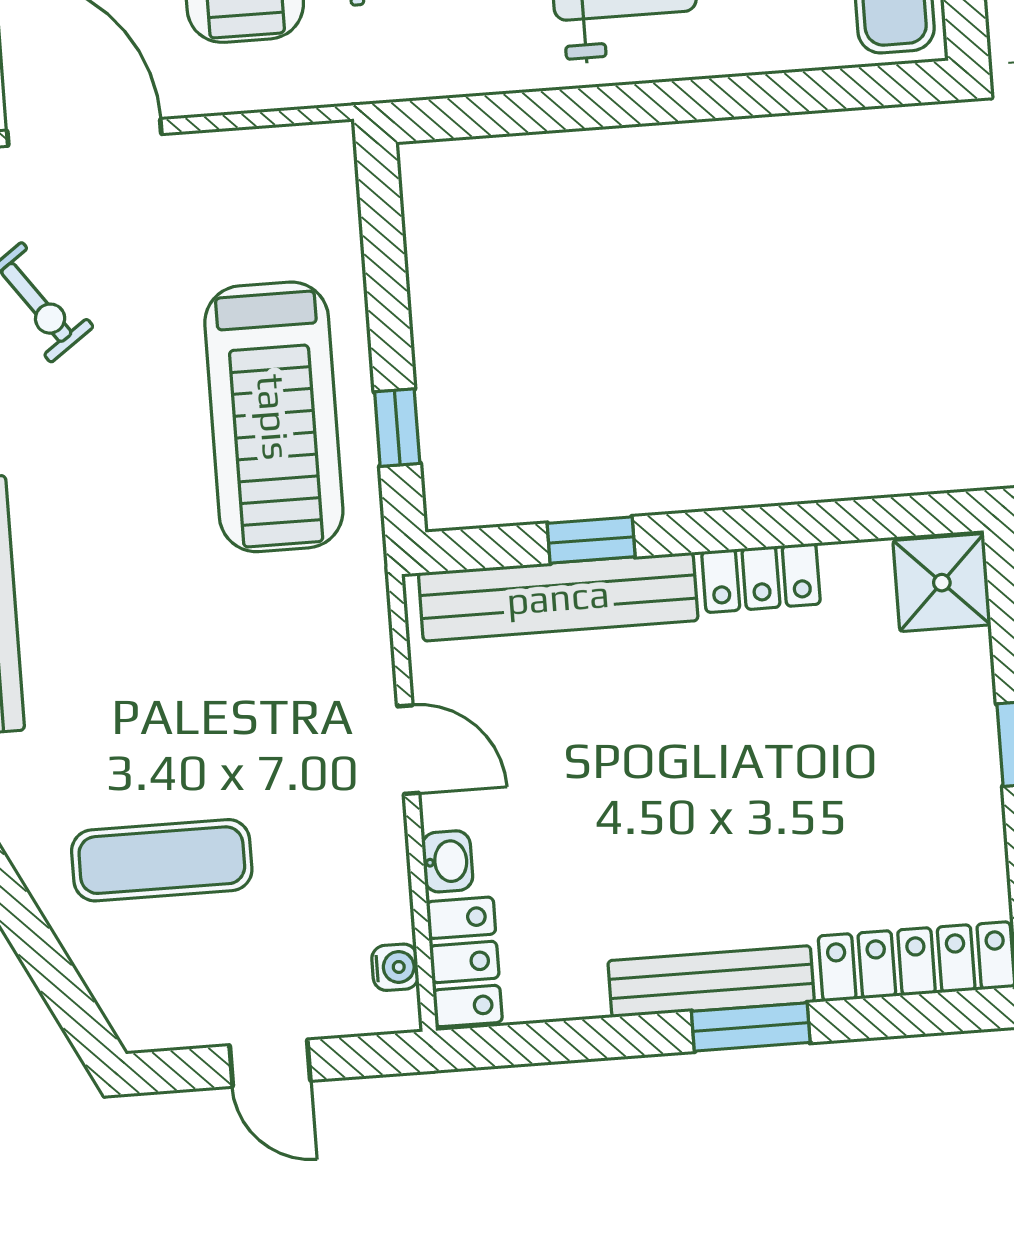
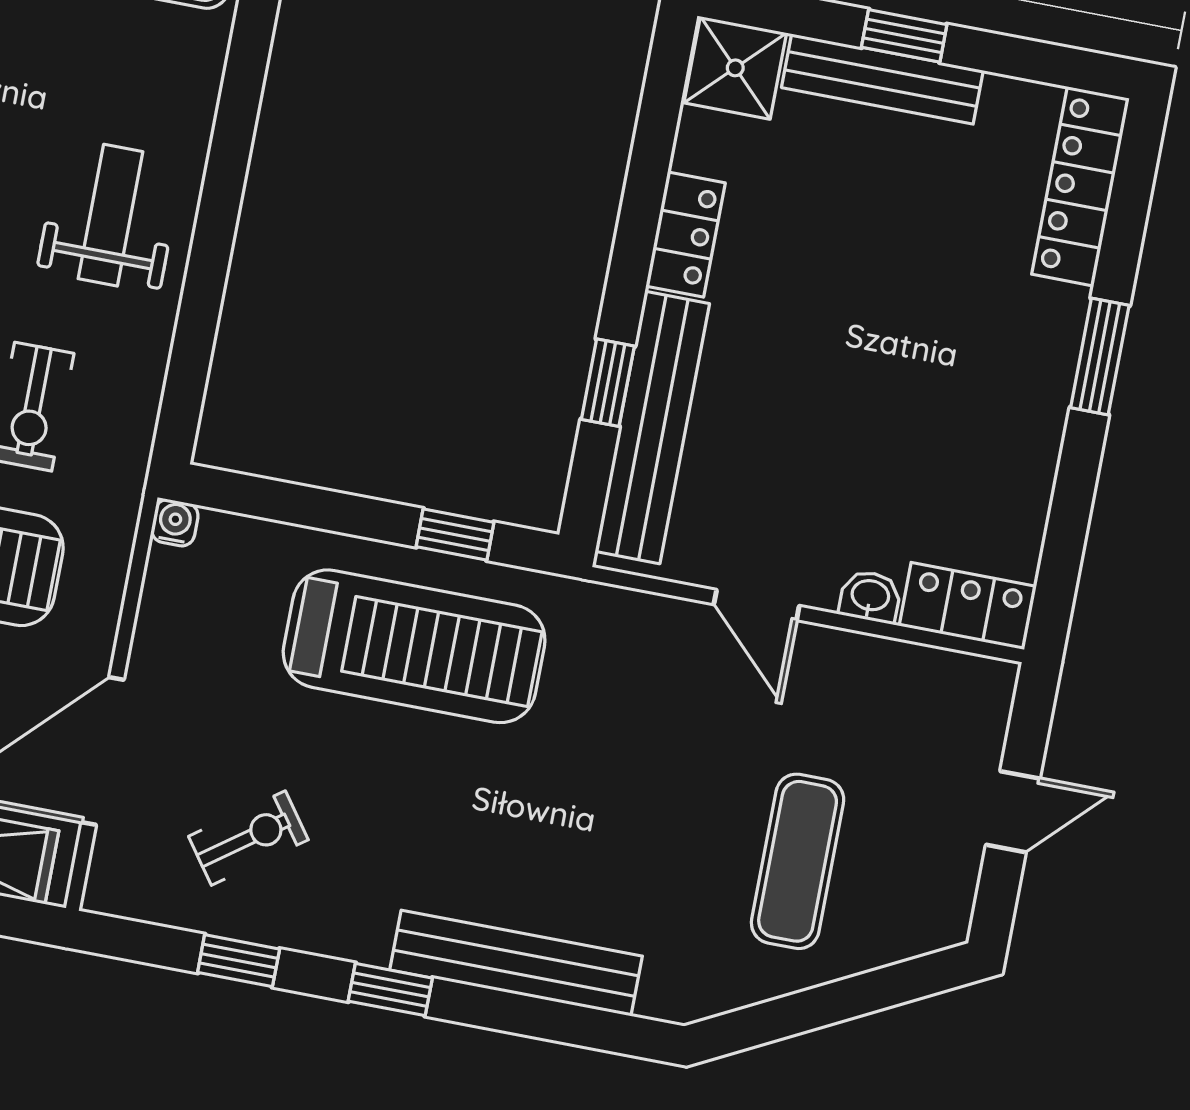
door: (408, 750) -> (757, 605), swing flipped
water cooler: (395, 967) -> (175, 523), moved
bench: (711, 981) -> (882, 79), moved, turned 90

